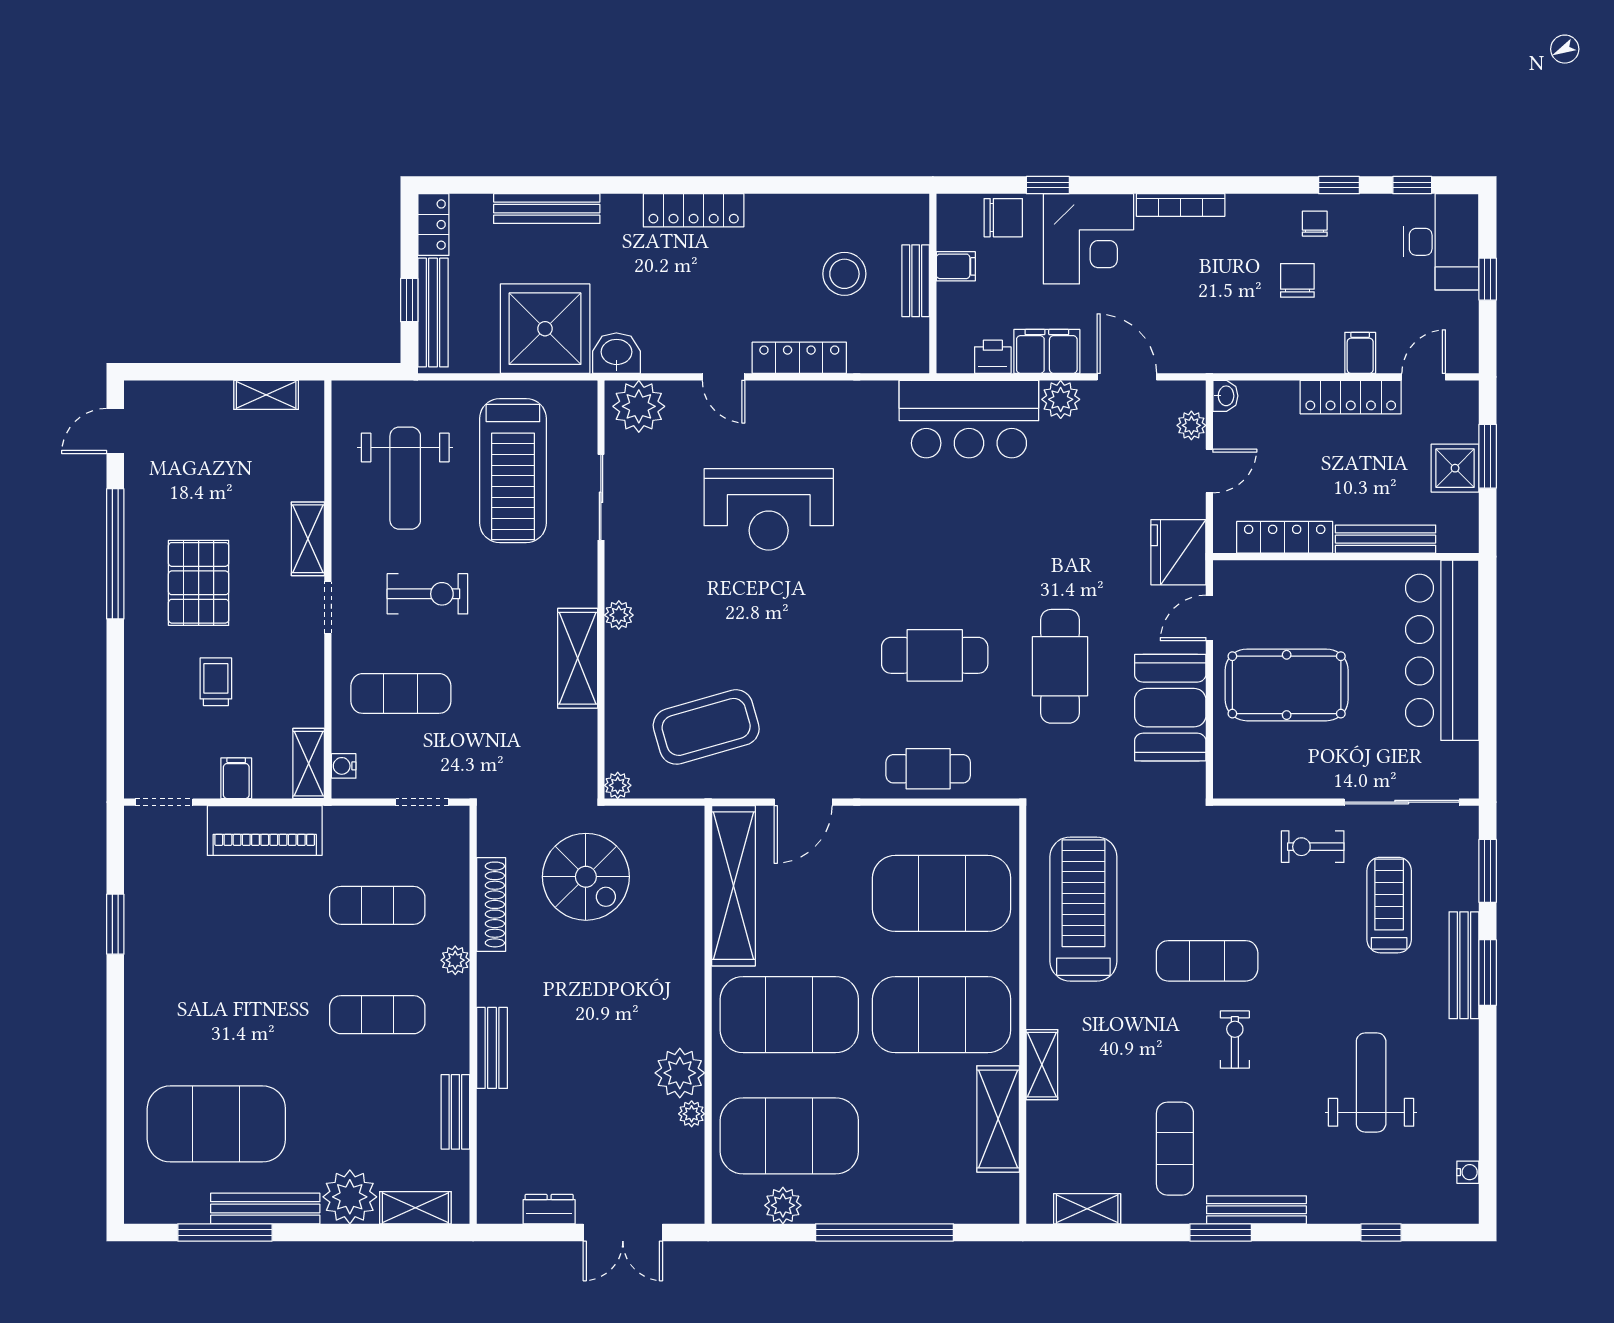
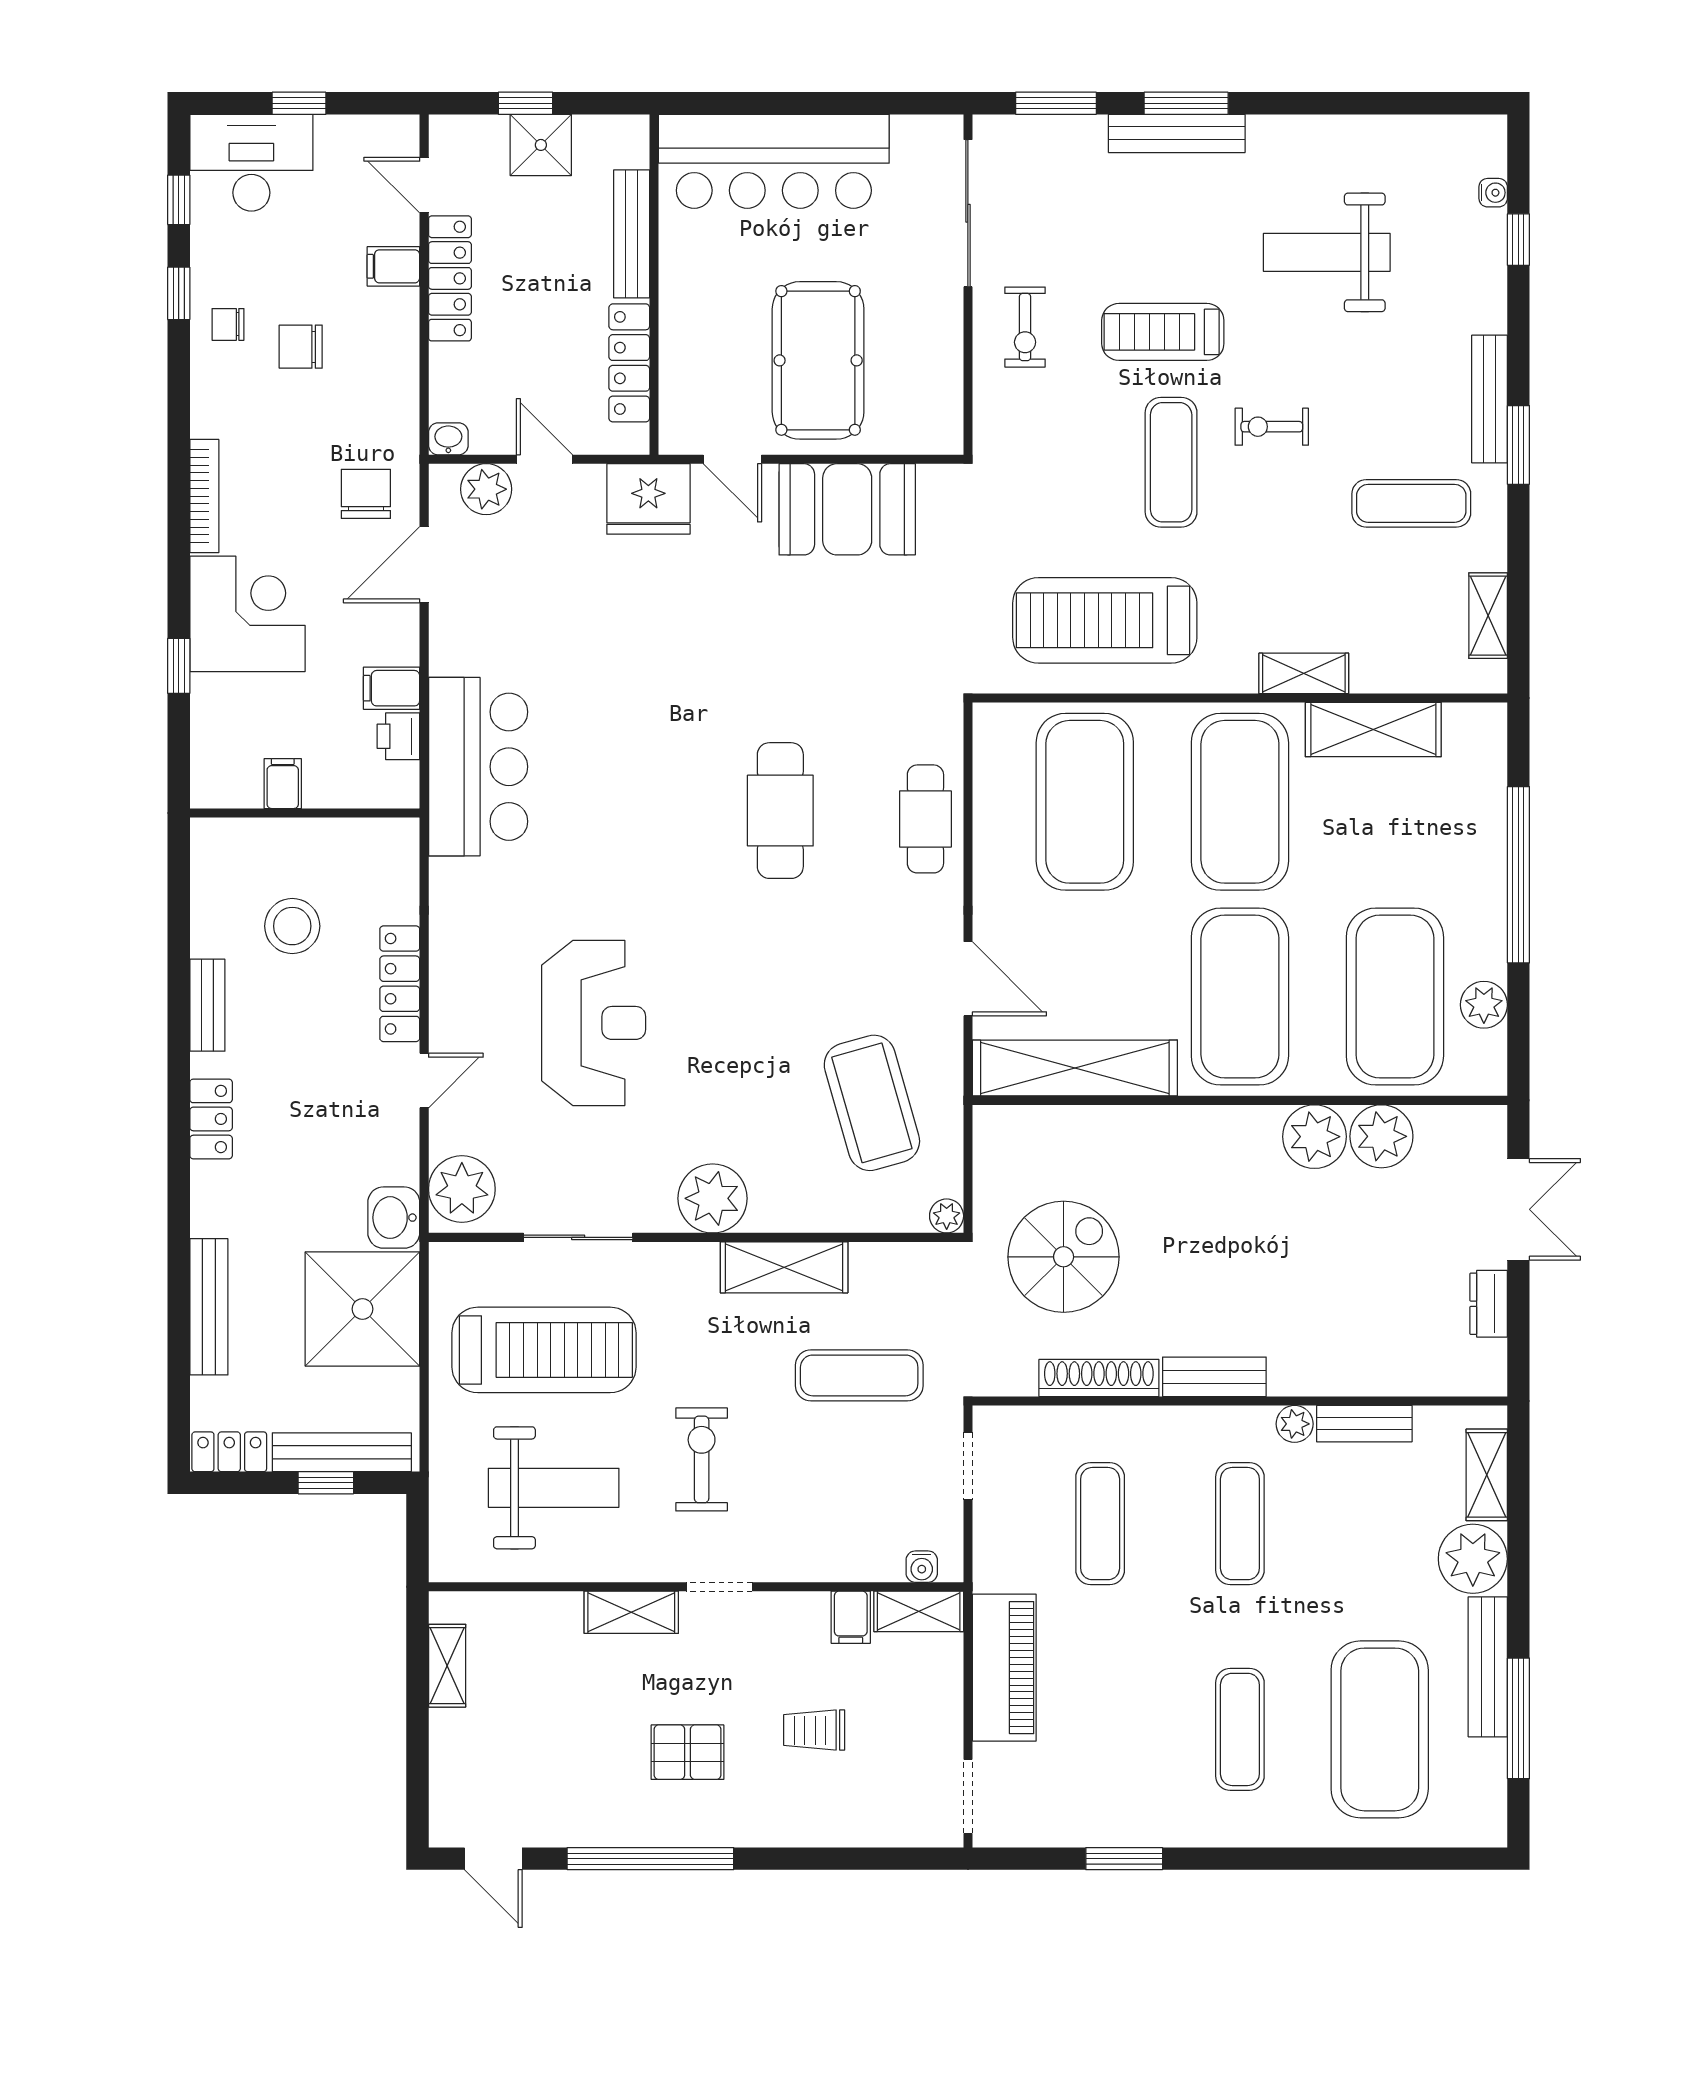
locker: (694, 210) -> (211, 1119), width x0.66
chair: (1003, 218) -> (366, 494), moved
bench: (916, 281) -> (207, 1005), moved, turned 90
filing cabinet: (1047, 351) -> (392, 688), width x0.50
plant: (1061, 399) -> (453, 649), removed
plant: (1191, 425) -> (486, 489), width x1.38, depth x1.38
window: (1488, 456) -> (526, 103), width x0.67
pallet: (199, 583) -> (688, 1752), width x0.67, depth x0.71
plant: (619, 615) -> (713, 1198), width x1.88, depth x1.88
cafe table: (1060, 666) -> (794, 650), removed
exercise mat: (401, 693) -> (859, 1375), moved, turned 90
filing cabinet: (236, 778) -> (851, 1617), moved, turned -90
treadmill: (1389, 905) -> (1163, 332), moved
plant: (455, 960) -> (1295, 1424), moved
exercise mat: (216, 1015) -> (1240, 1729), added
bench: (492, 1048) -> (1214, 1377), moved
plant: (692, 1114) -> (1381, 1136), width x1.87, depth x1.87
water cooler: (1468, 1172) -> (1493, 193), moved, turned 90

